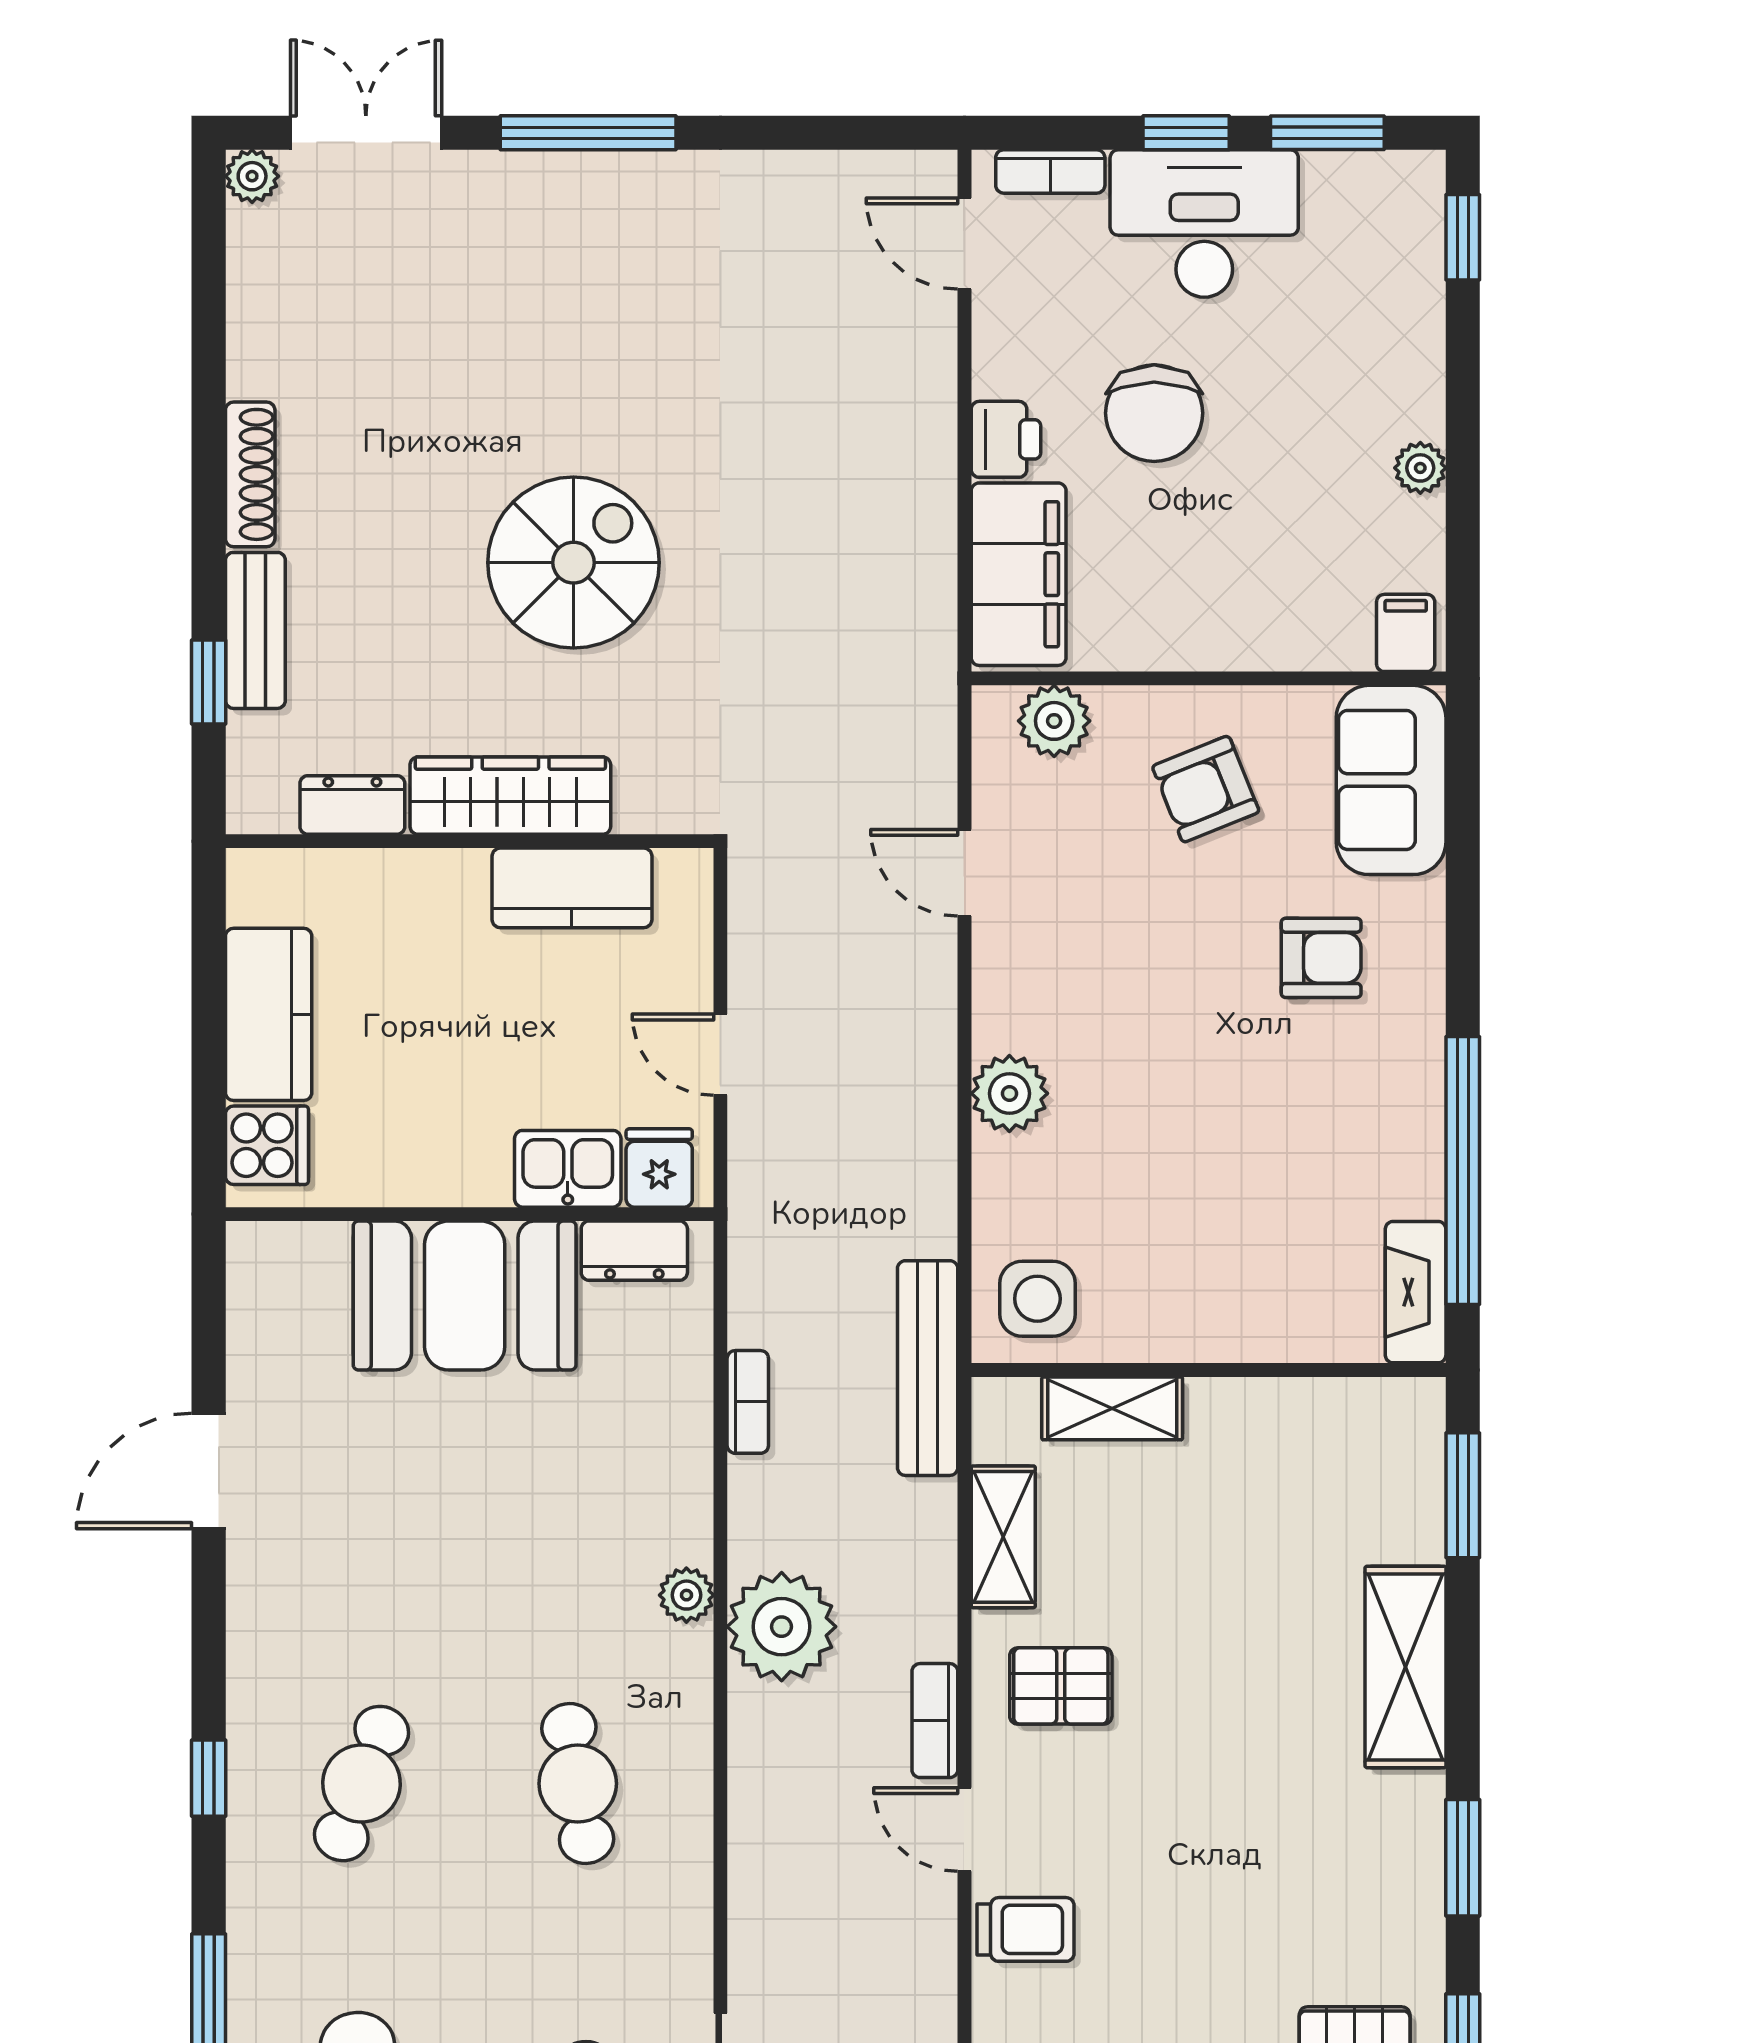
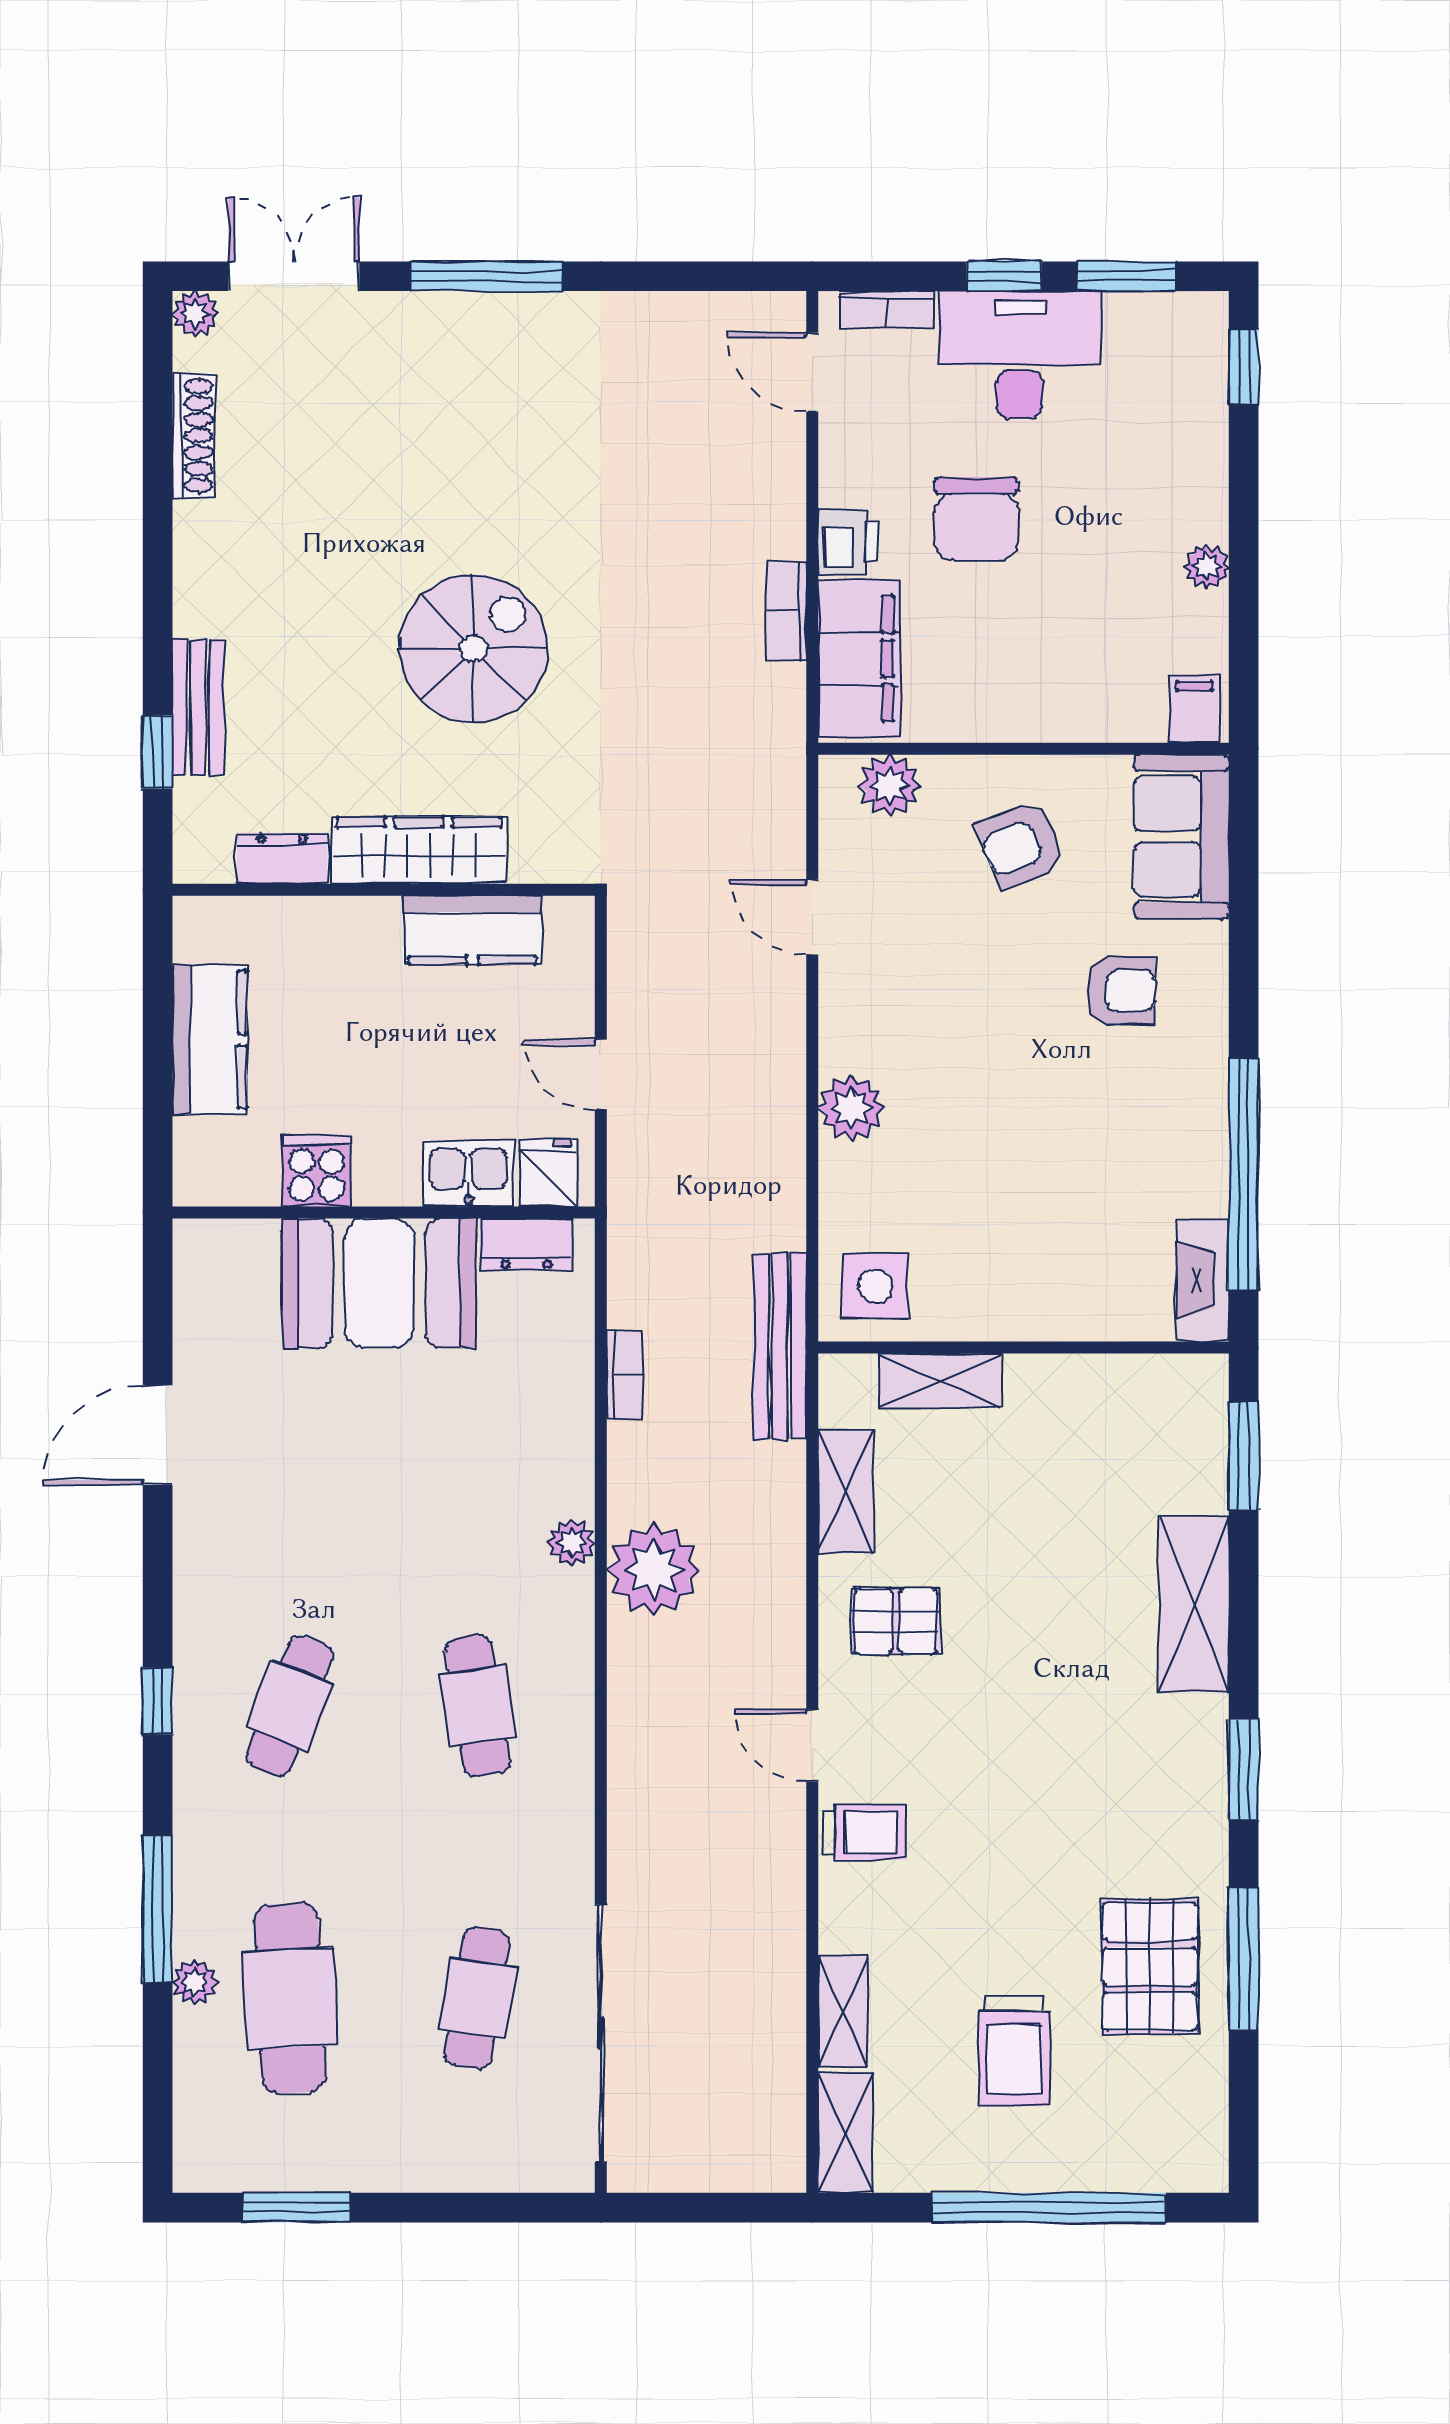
shoe rack: (250, 474) -> (194, 436), moved
cooker: (267, 1145) -> (317, 1171), moved, turned -90
bookcase: (935, 1721) -> (787, 611), moved

